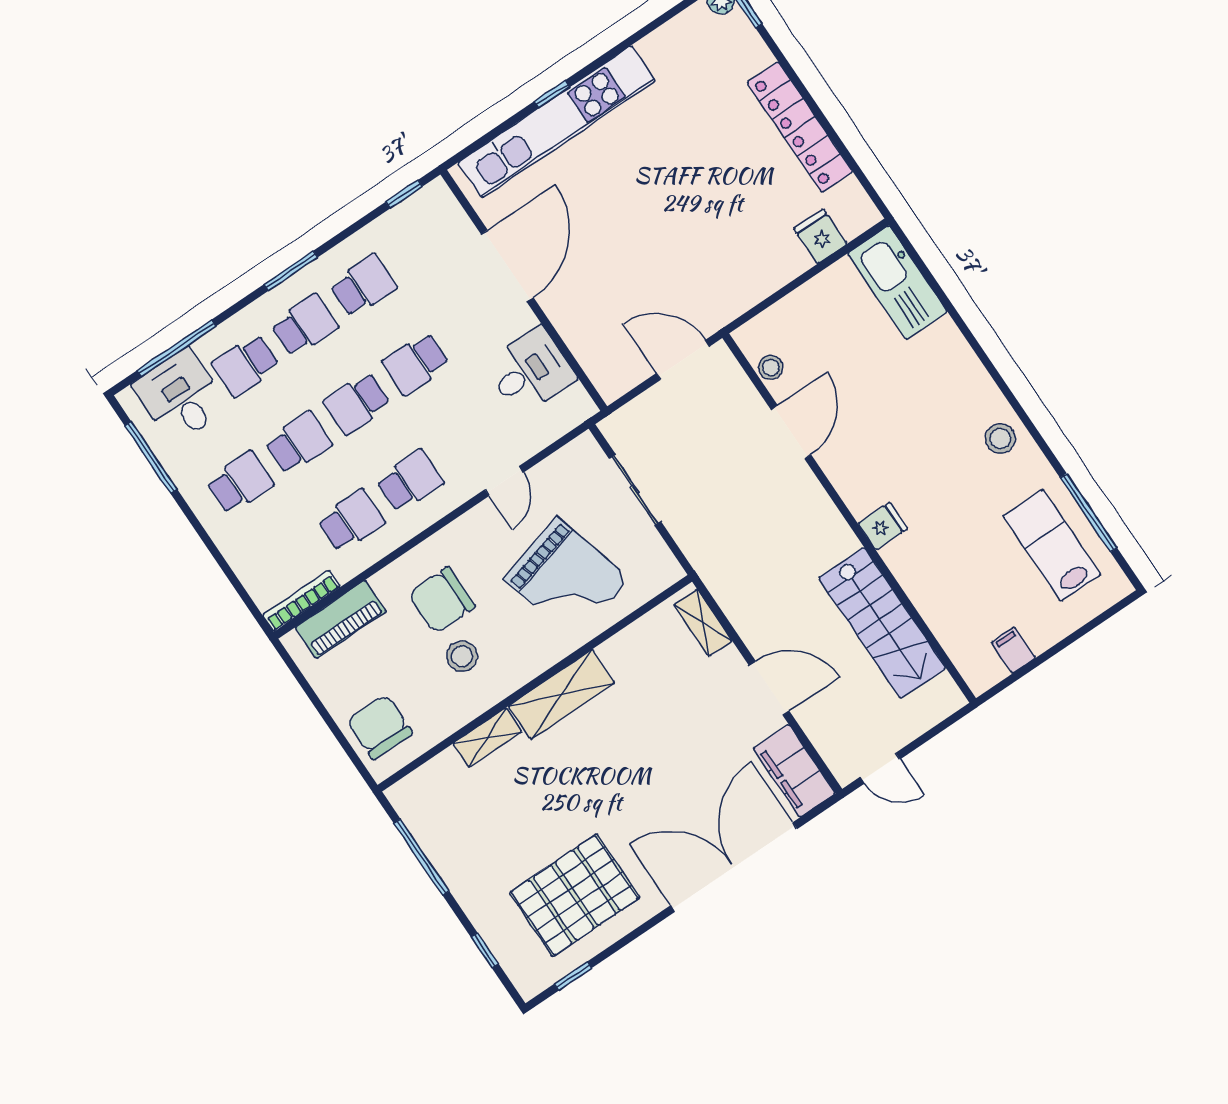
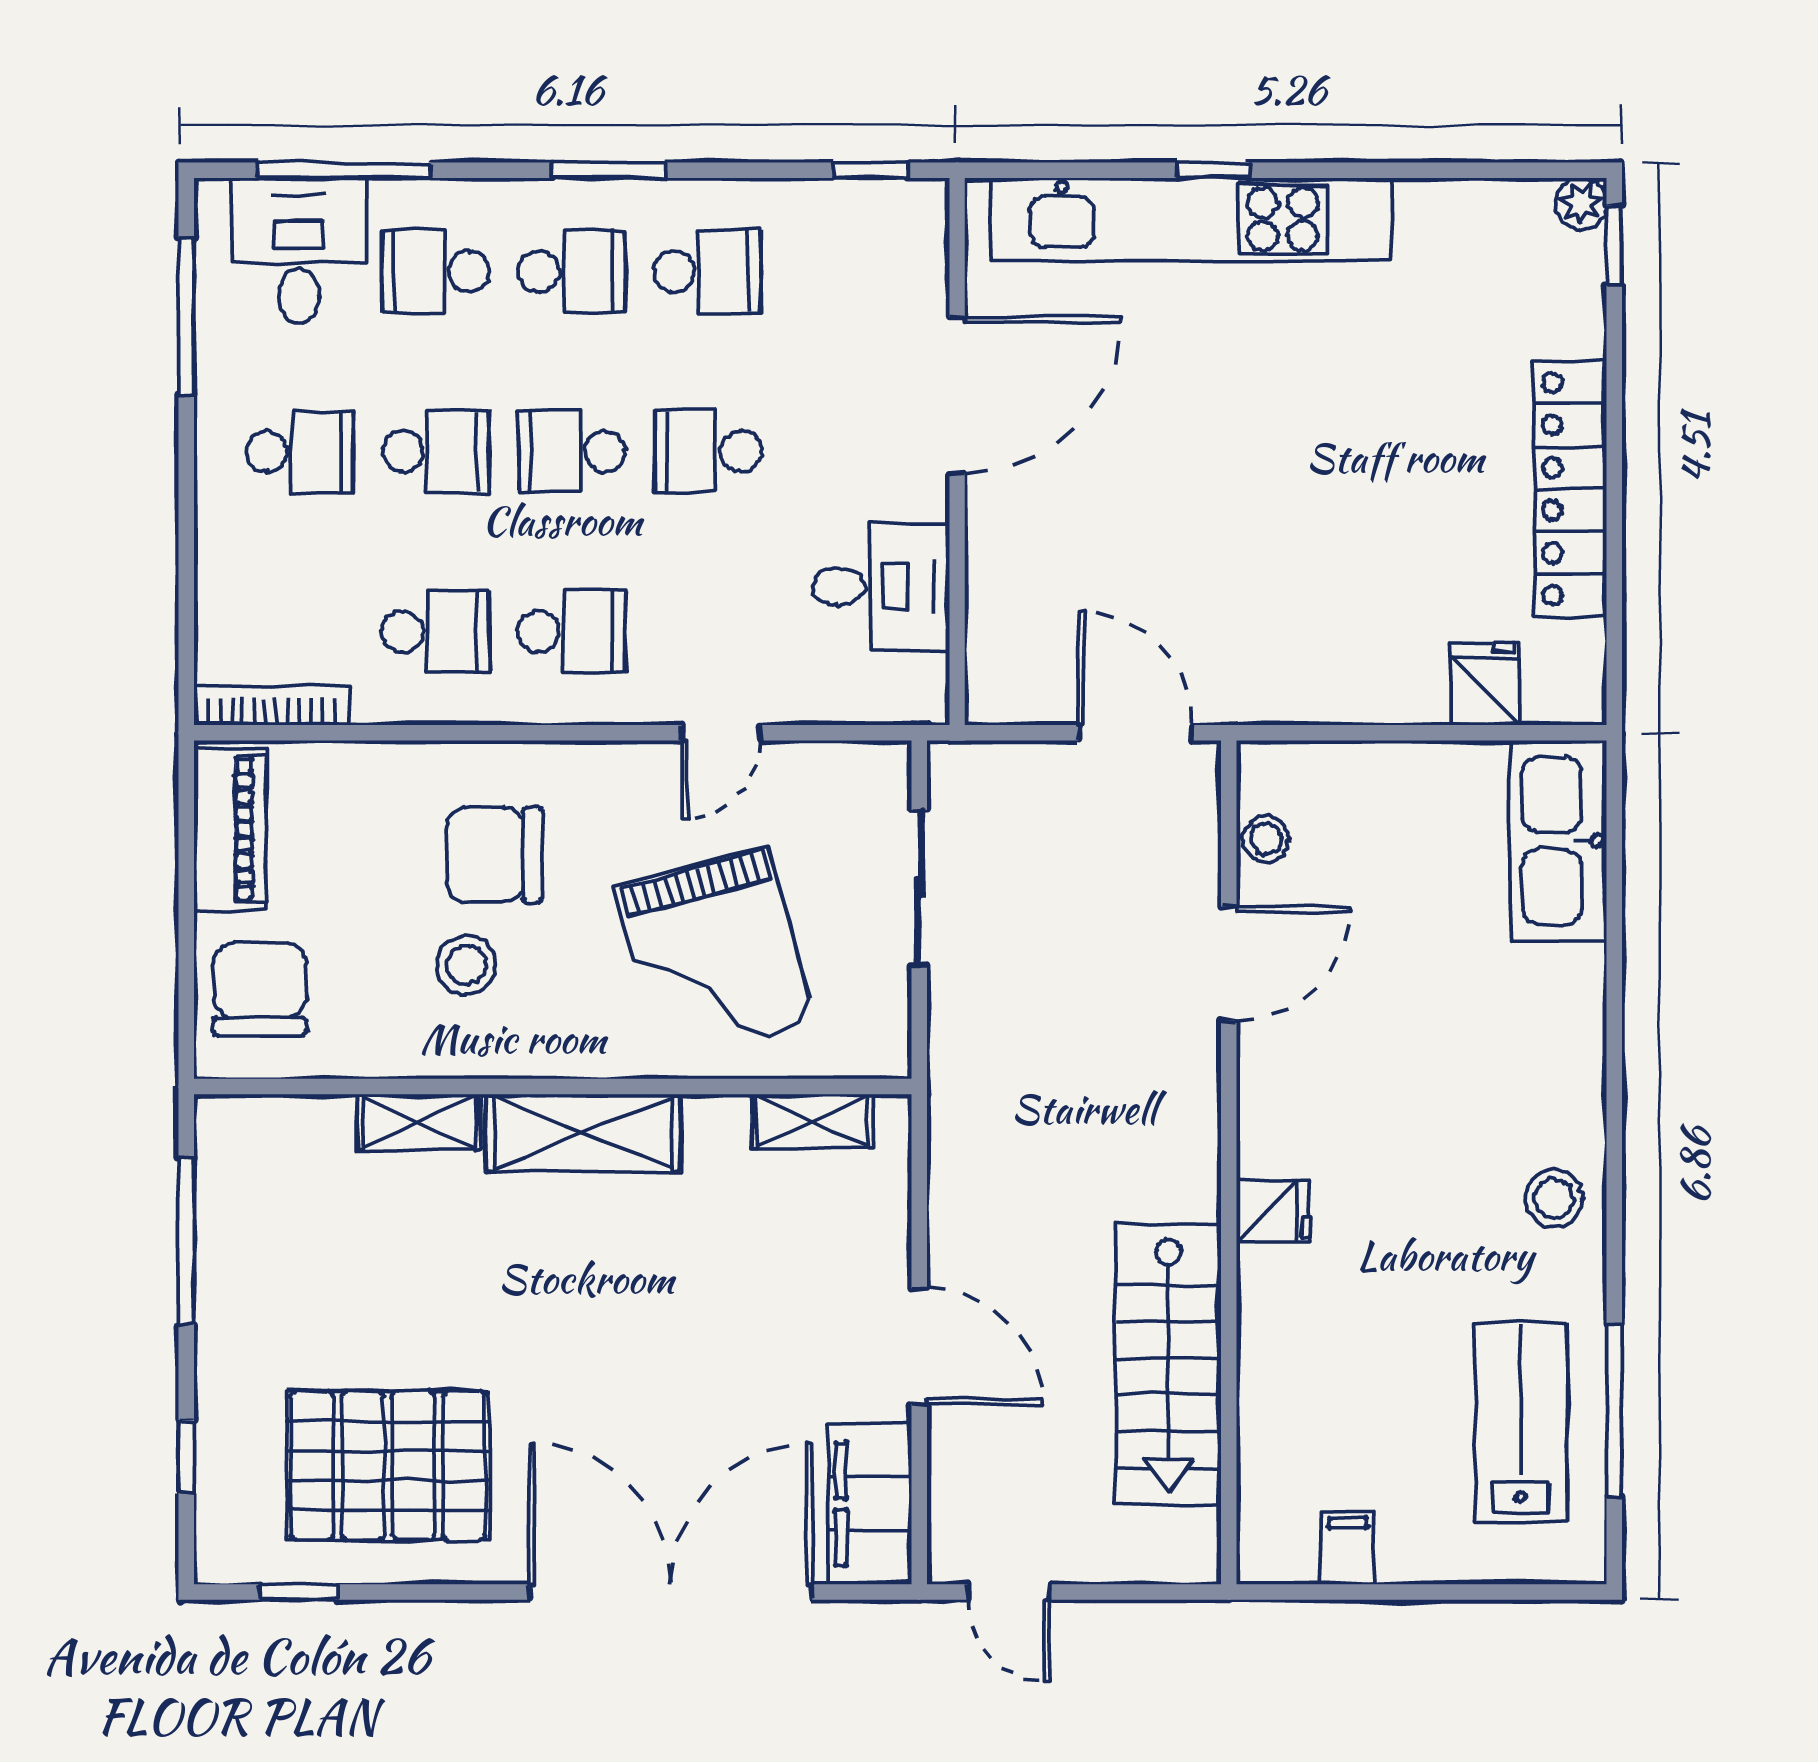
piano: (341, 619) -> (230, 829), moved, turned -90
shelving: (703, 623) -> (812, 1121), moved, turned 90

